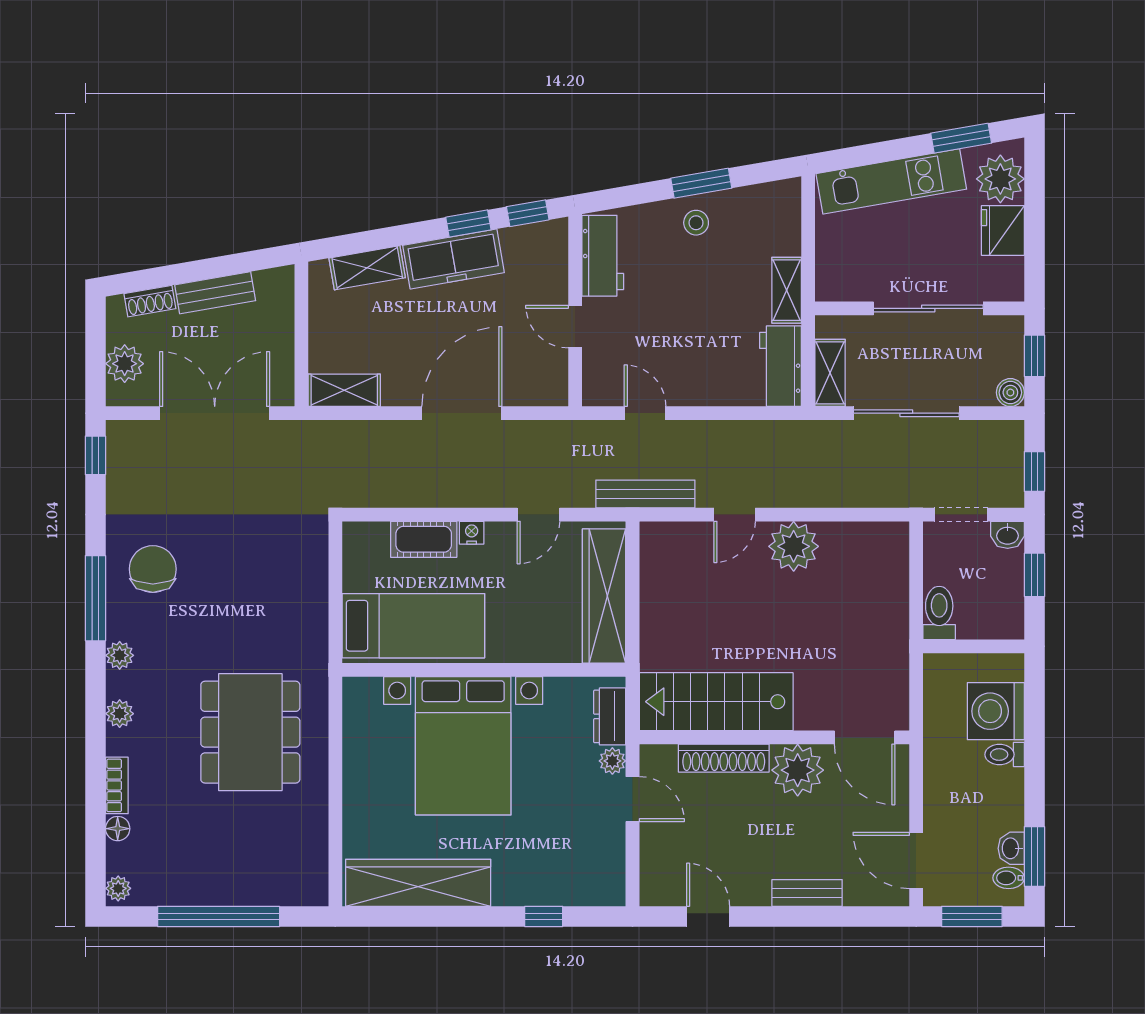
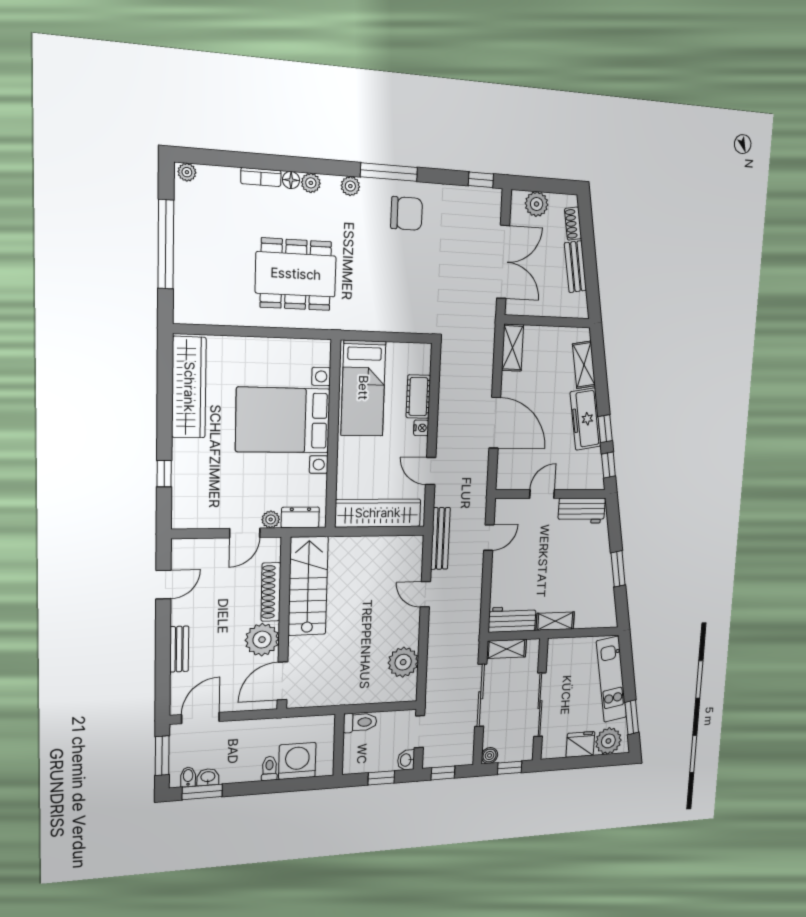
stool: (696, 223) -> (596, 566), removed
plant: (794, 546) -> (403, 662), moved
floor lamp: (118, 829) -> (291, 180), moved

